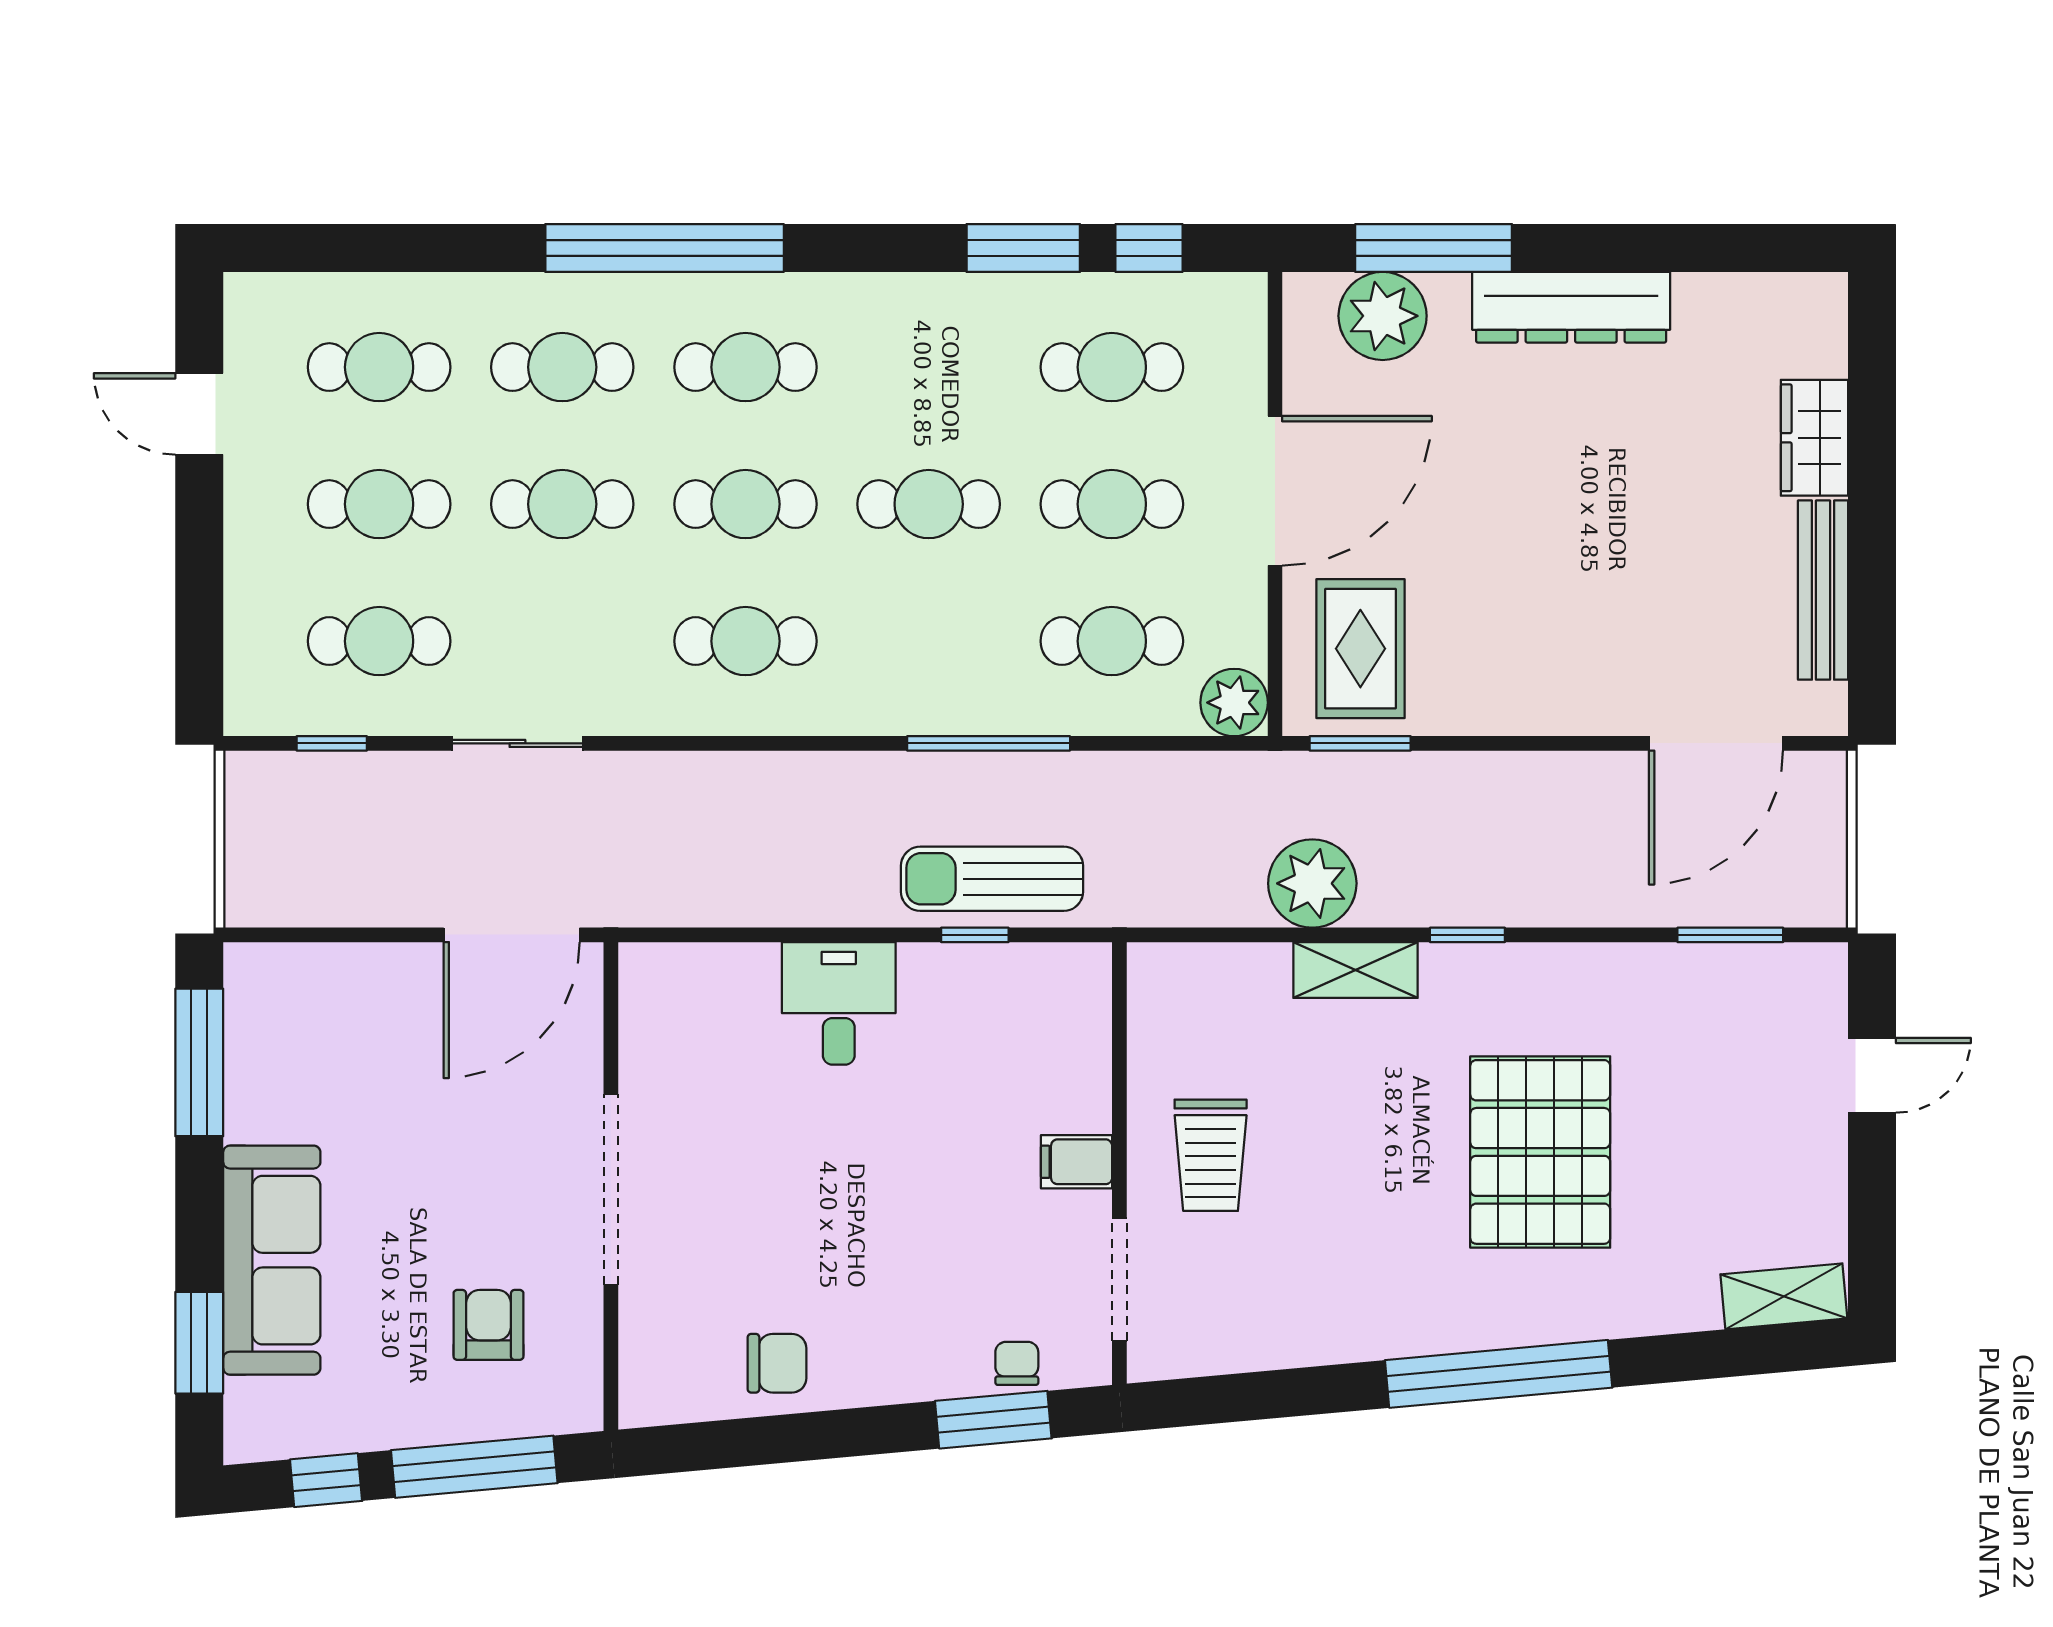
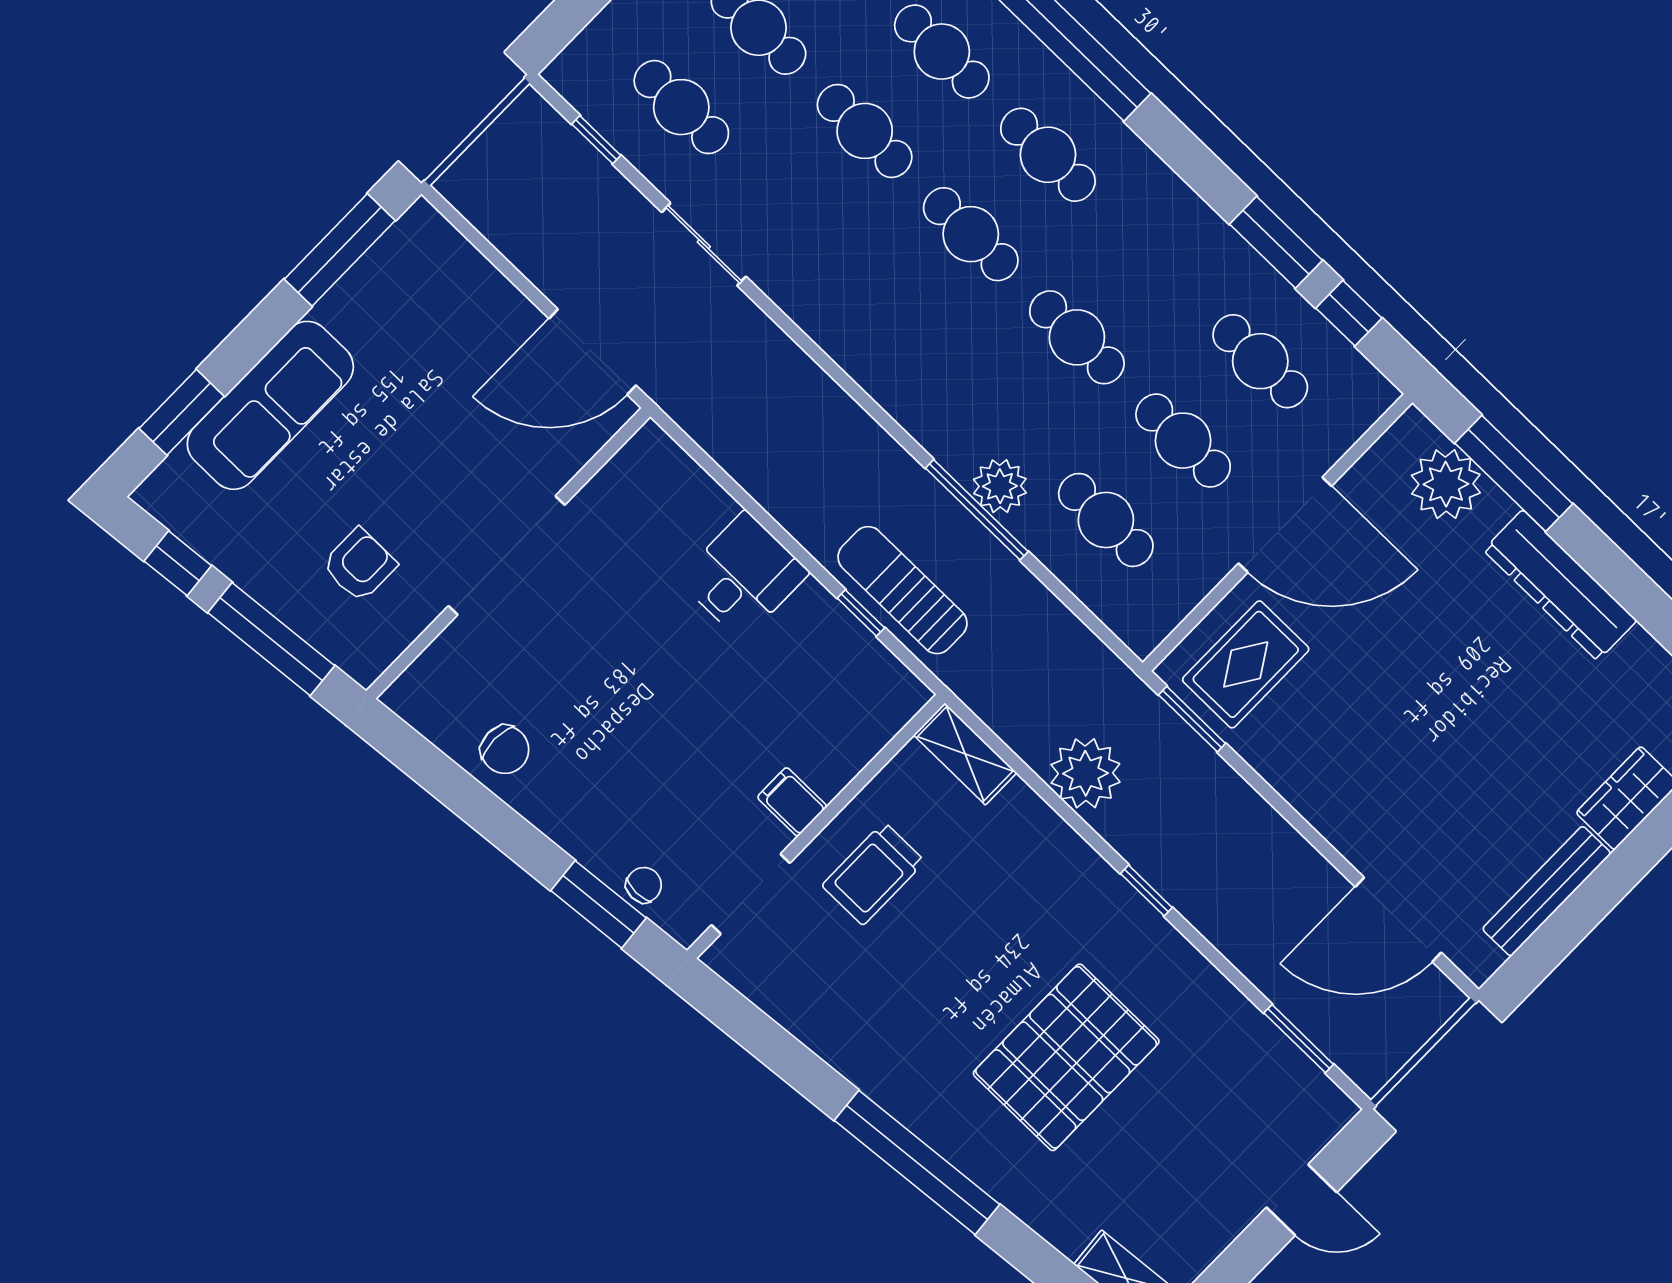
cafe table: (745, 641) -> (894, 314), removed
plant: (1234, 703) -> (1000, 486), moved
shelving: (1355, 970) -> (965, 754), moved

